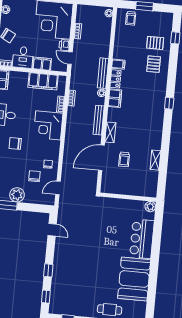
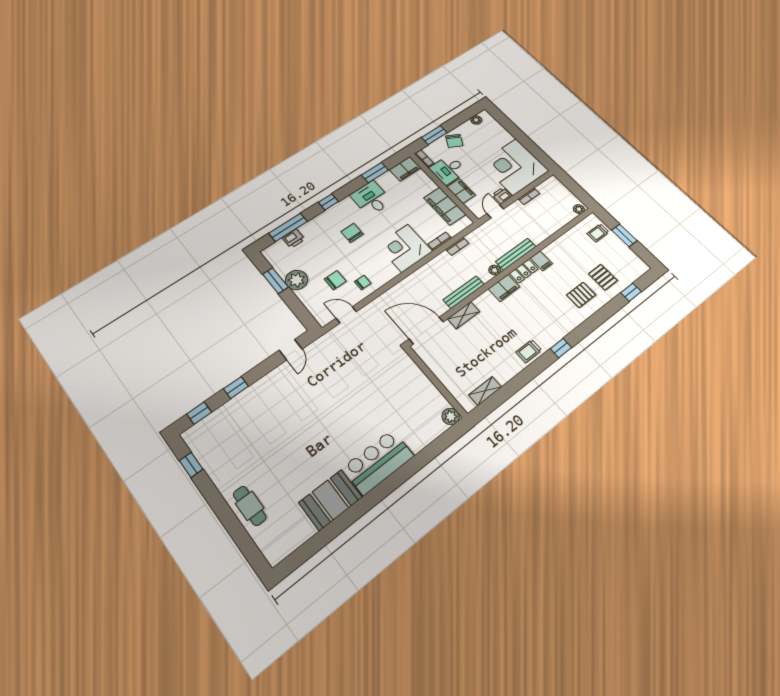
trolley: (124, 159) -> (529, 351), moved
wall: (128, 197) -> (436, 381), moved
plant: (150, 207) -> (451, 416), moved
booth: (134, 279) -> (330, 500), width x0.73, depth x0.70

